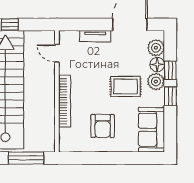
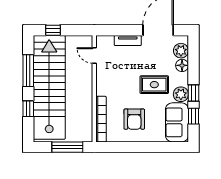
window: (170, 70) -> (193, 116), moved
plant: (156, 82) -> (181, 94), moved
bookcase: (65, 101) -> (101, 119), moved

